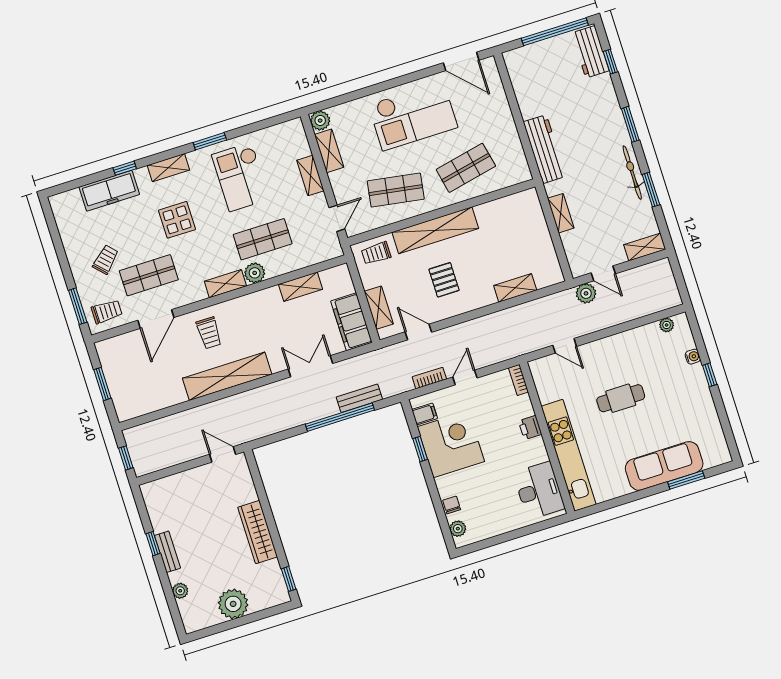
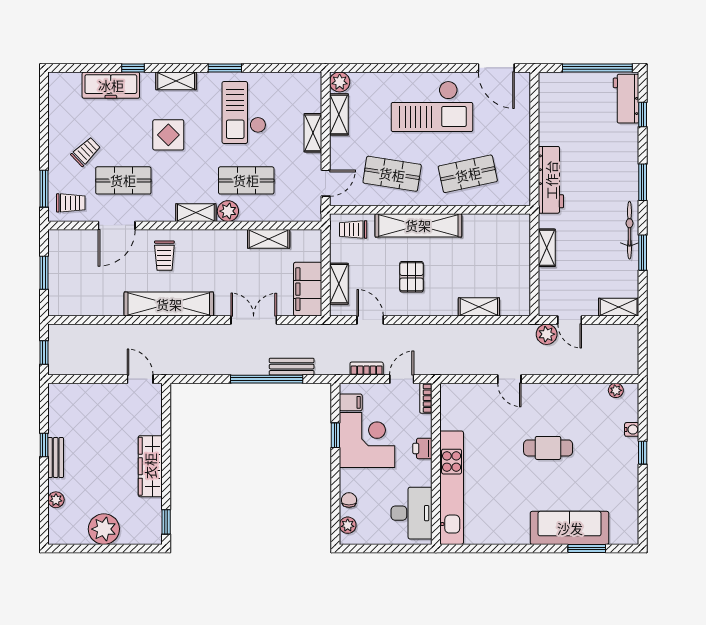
bookcase: (518, 380) -> (426, 398), moved
printer: (530, 428) -> (422, 448), moved
wall: (547, 438) -> (436, 464), moved
kitchen unit: (569, 455) -> (452, 488), moved
desk: (539, 491) -> (411, 513), moved

